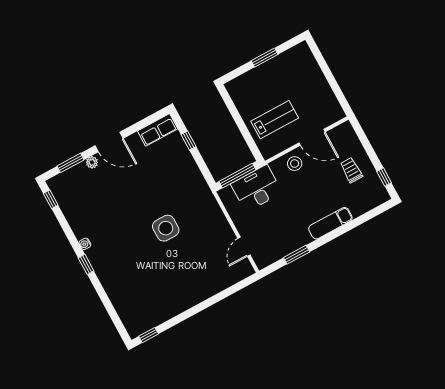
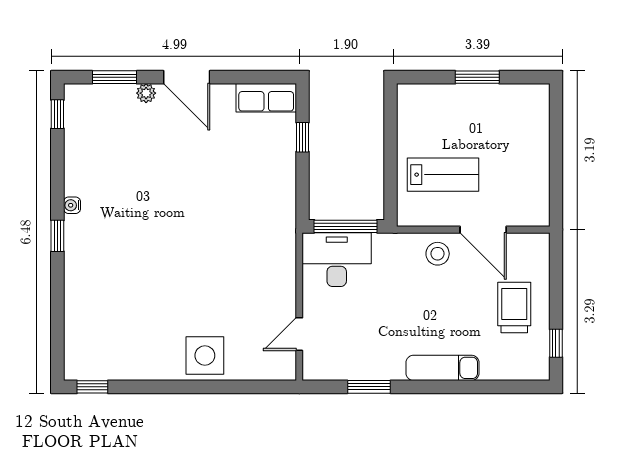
trolley: (351, 170) -> (514, 308), width x1.36, depth x1.39
desk: (256, 188) -> (337, 260), moved
side table: (166, 228) -> (205, 356), moved

